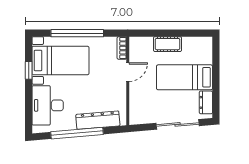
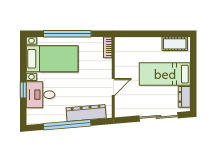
cot: (167, 44) -> (175, 44), moved
window: (29, 70) -> (23, 90), moved
door: (128, 72) -> (113, 87), moved
desk: (48, 105) -> (40, 95), width x0.73

